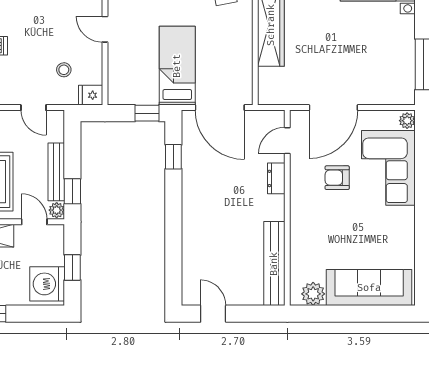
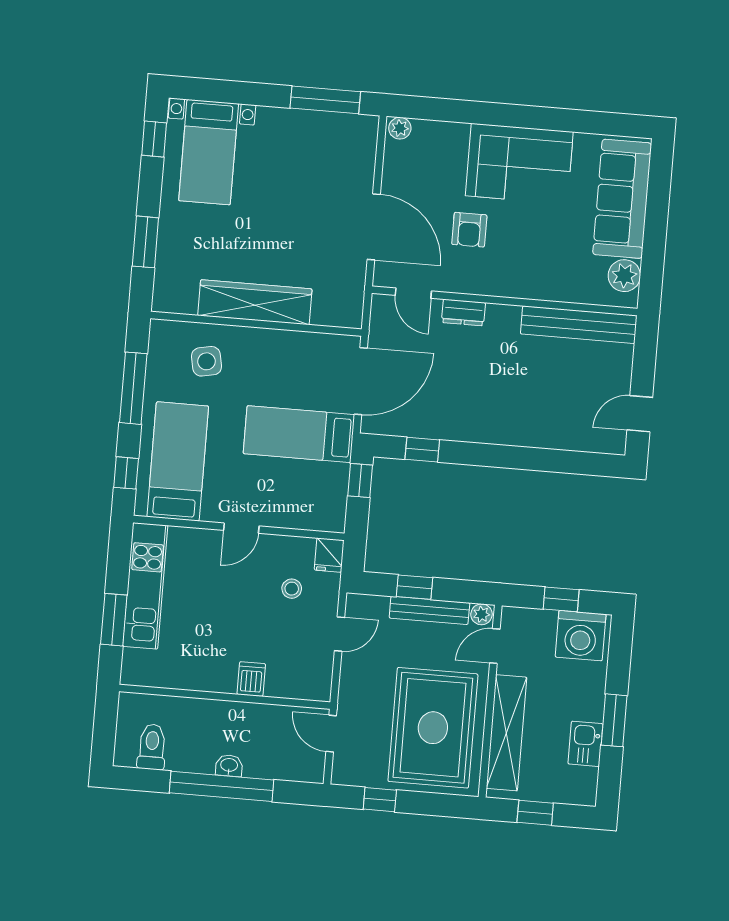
corner sofa: (388, 168) -> (519, 164), moved
window: (72, 191) -> (414, 587), moved

